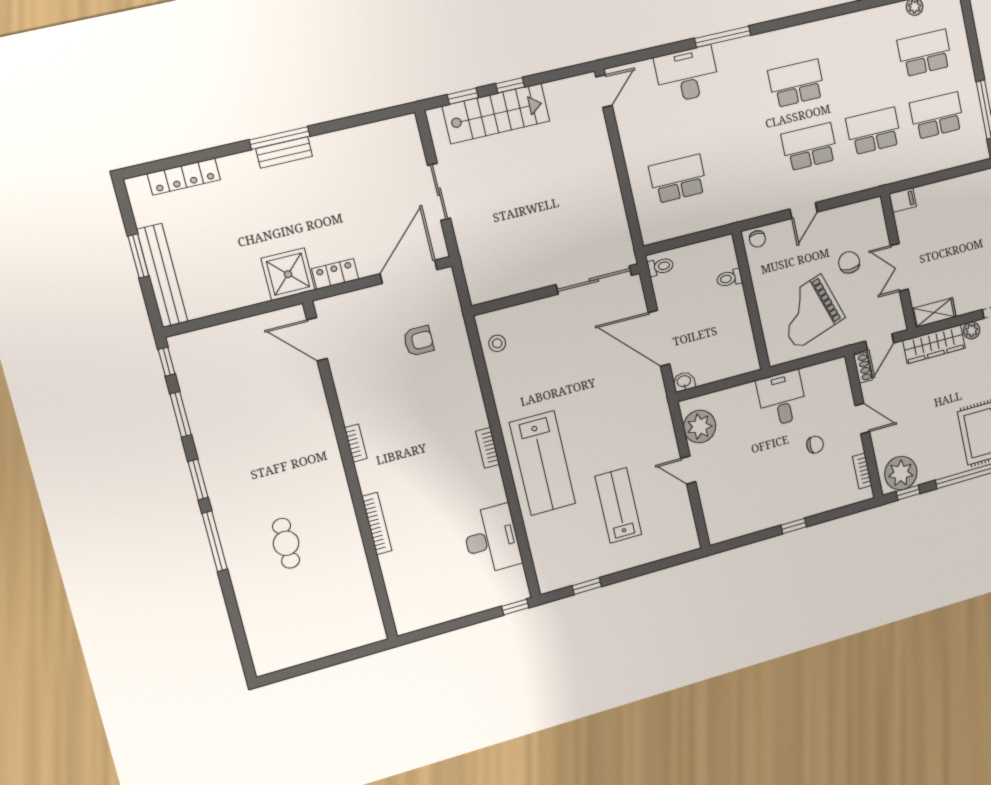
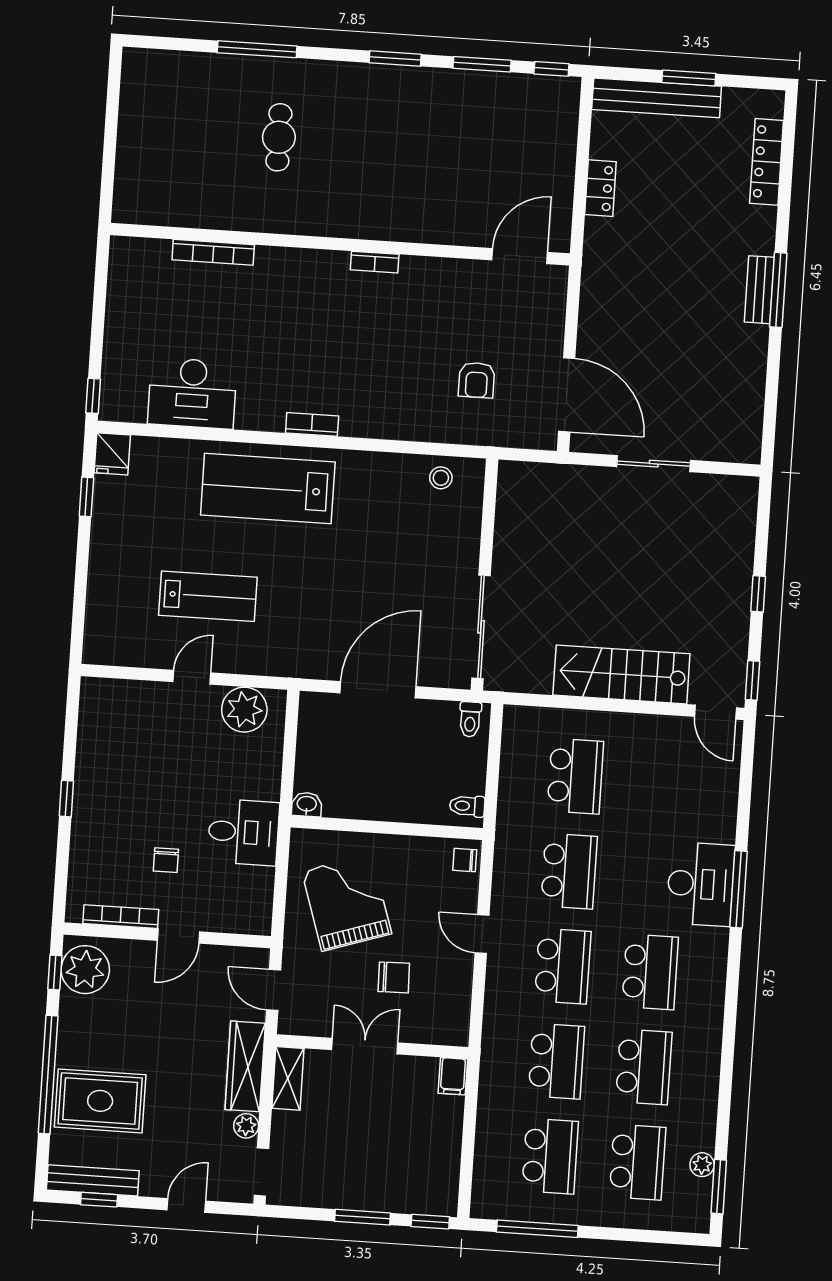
school desk: (861, 68) -> (644, 1067), added
desk: (687, 75) -> (701, 884), moved
window: (463, 96) -> (752, 680), moved
stairs: (496, 114) -> (621, 674), moved, turned 90
school desk: (744, 163) -> (569, 871), added
shower: (288, 274) -> (611, 247), removed
locker: (335, 274) -> (600, 188), moved
toilet: (729, 278) -> (467, 806), moved, turned -90
shoe rack: (863, 368) -> (247, 957), removed
washbasin: (684, 382) -> (307, 804), moved, turned -90
bookcase: (862, 471) -> (121, 917), width x1.56
lab bench: (618, 505) -> (208, 596), moved
bookcase: (377, 524) -> (213, 252), moved
window: (215, 541) -> (257, 49), moved
cafe table: (286, 543) -> (279, 137), turned 90
fridge: (552, 579) -> (112, 454), added

